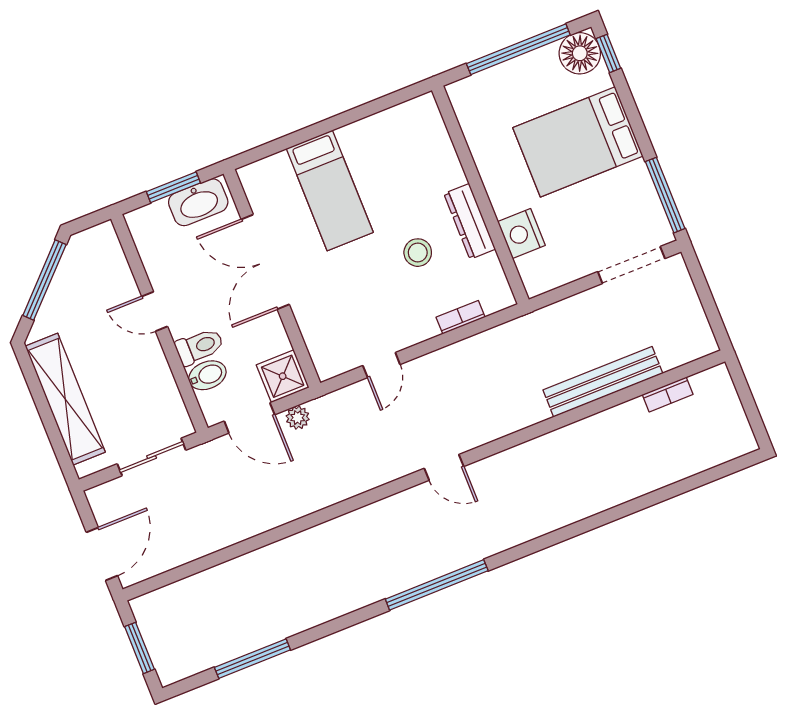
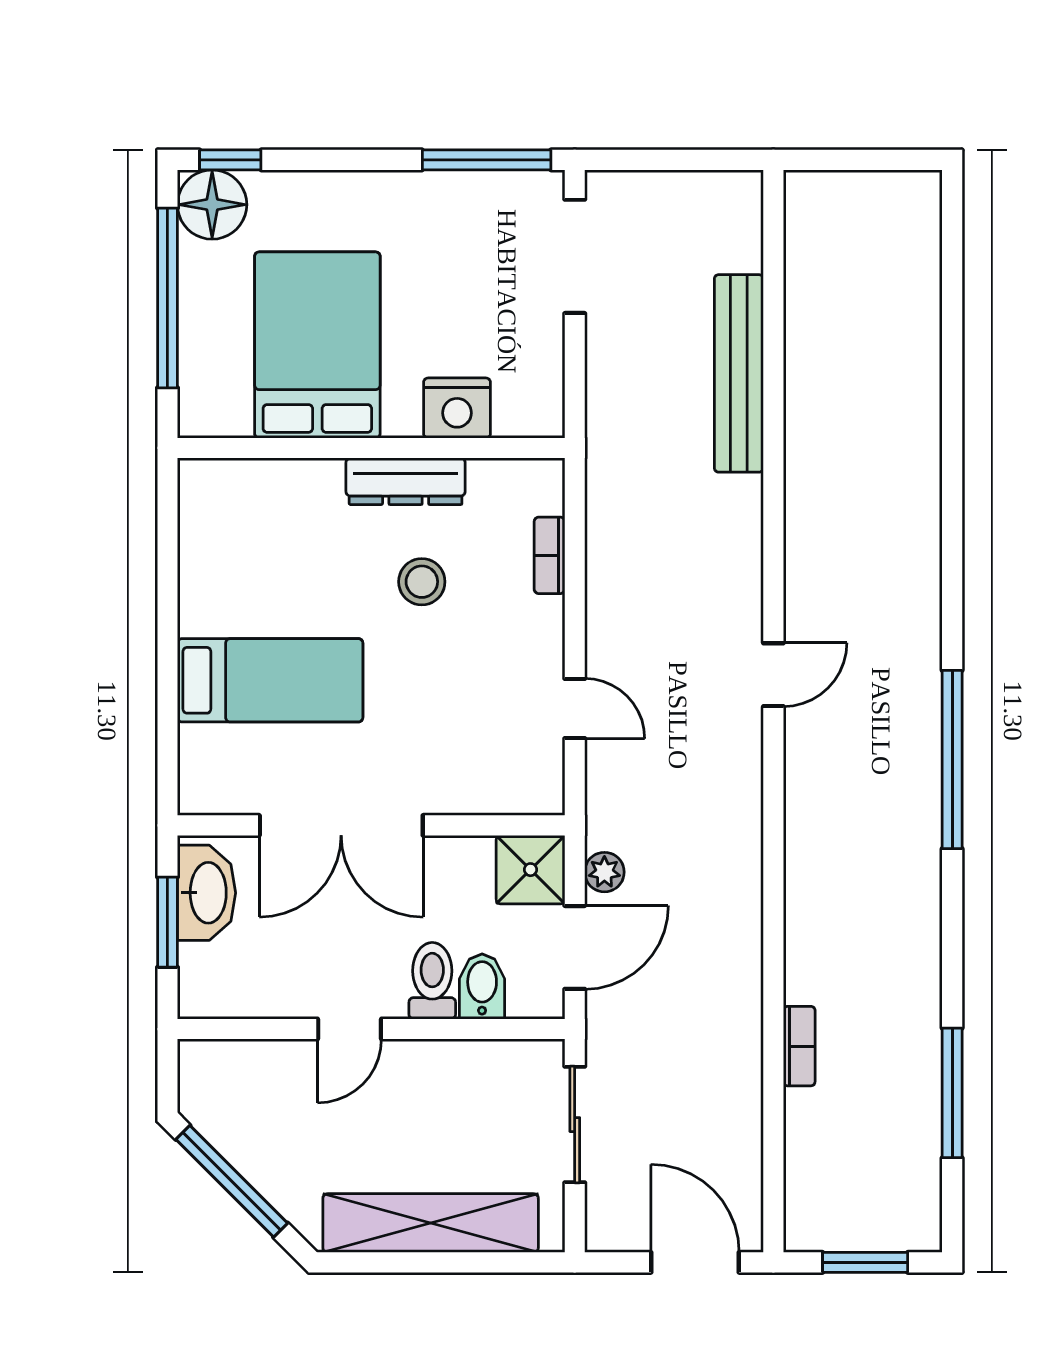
bed: (578, 142) -> (317, 345), moved, turned 180
bookcase: (668, 394) -> (799, 1046), moved

